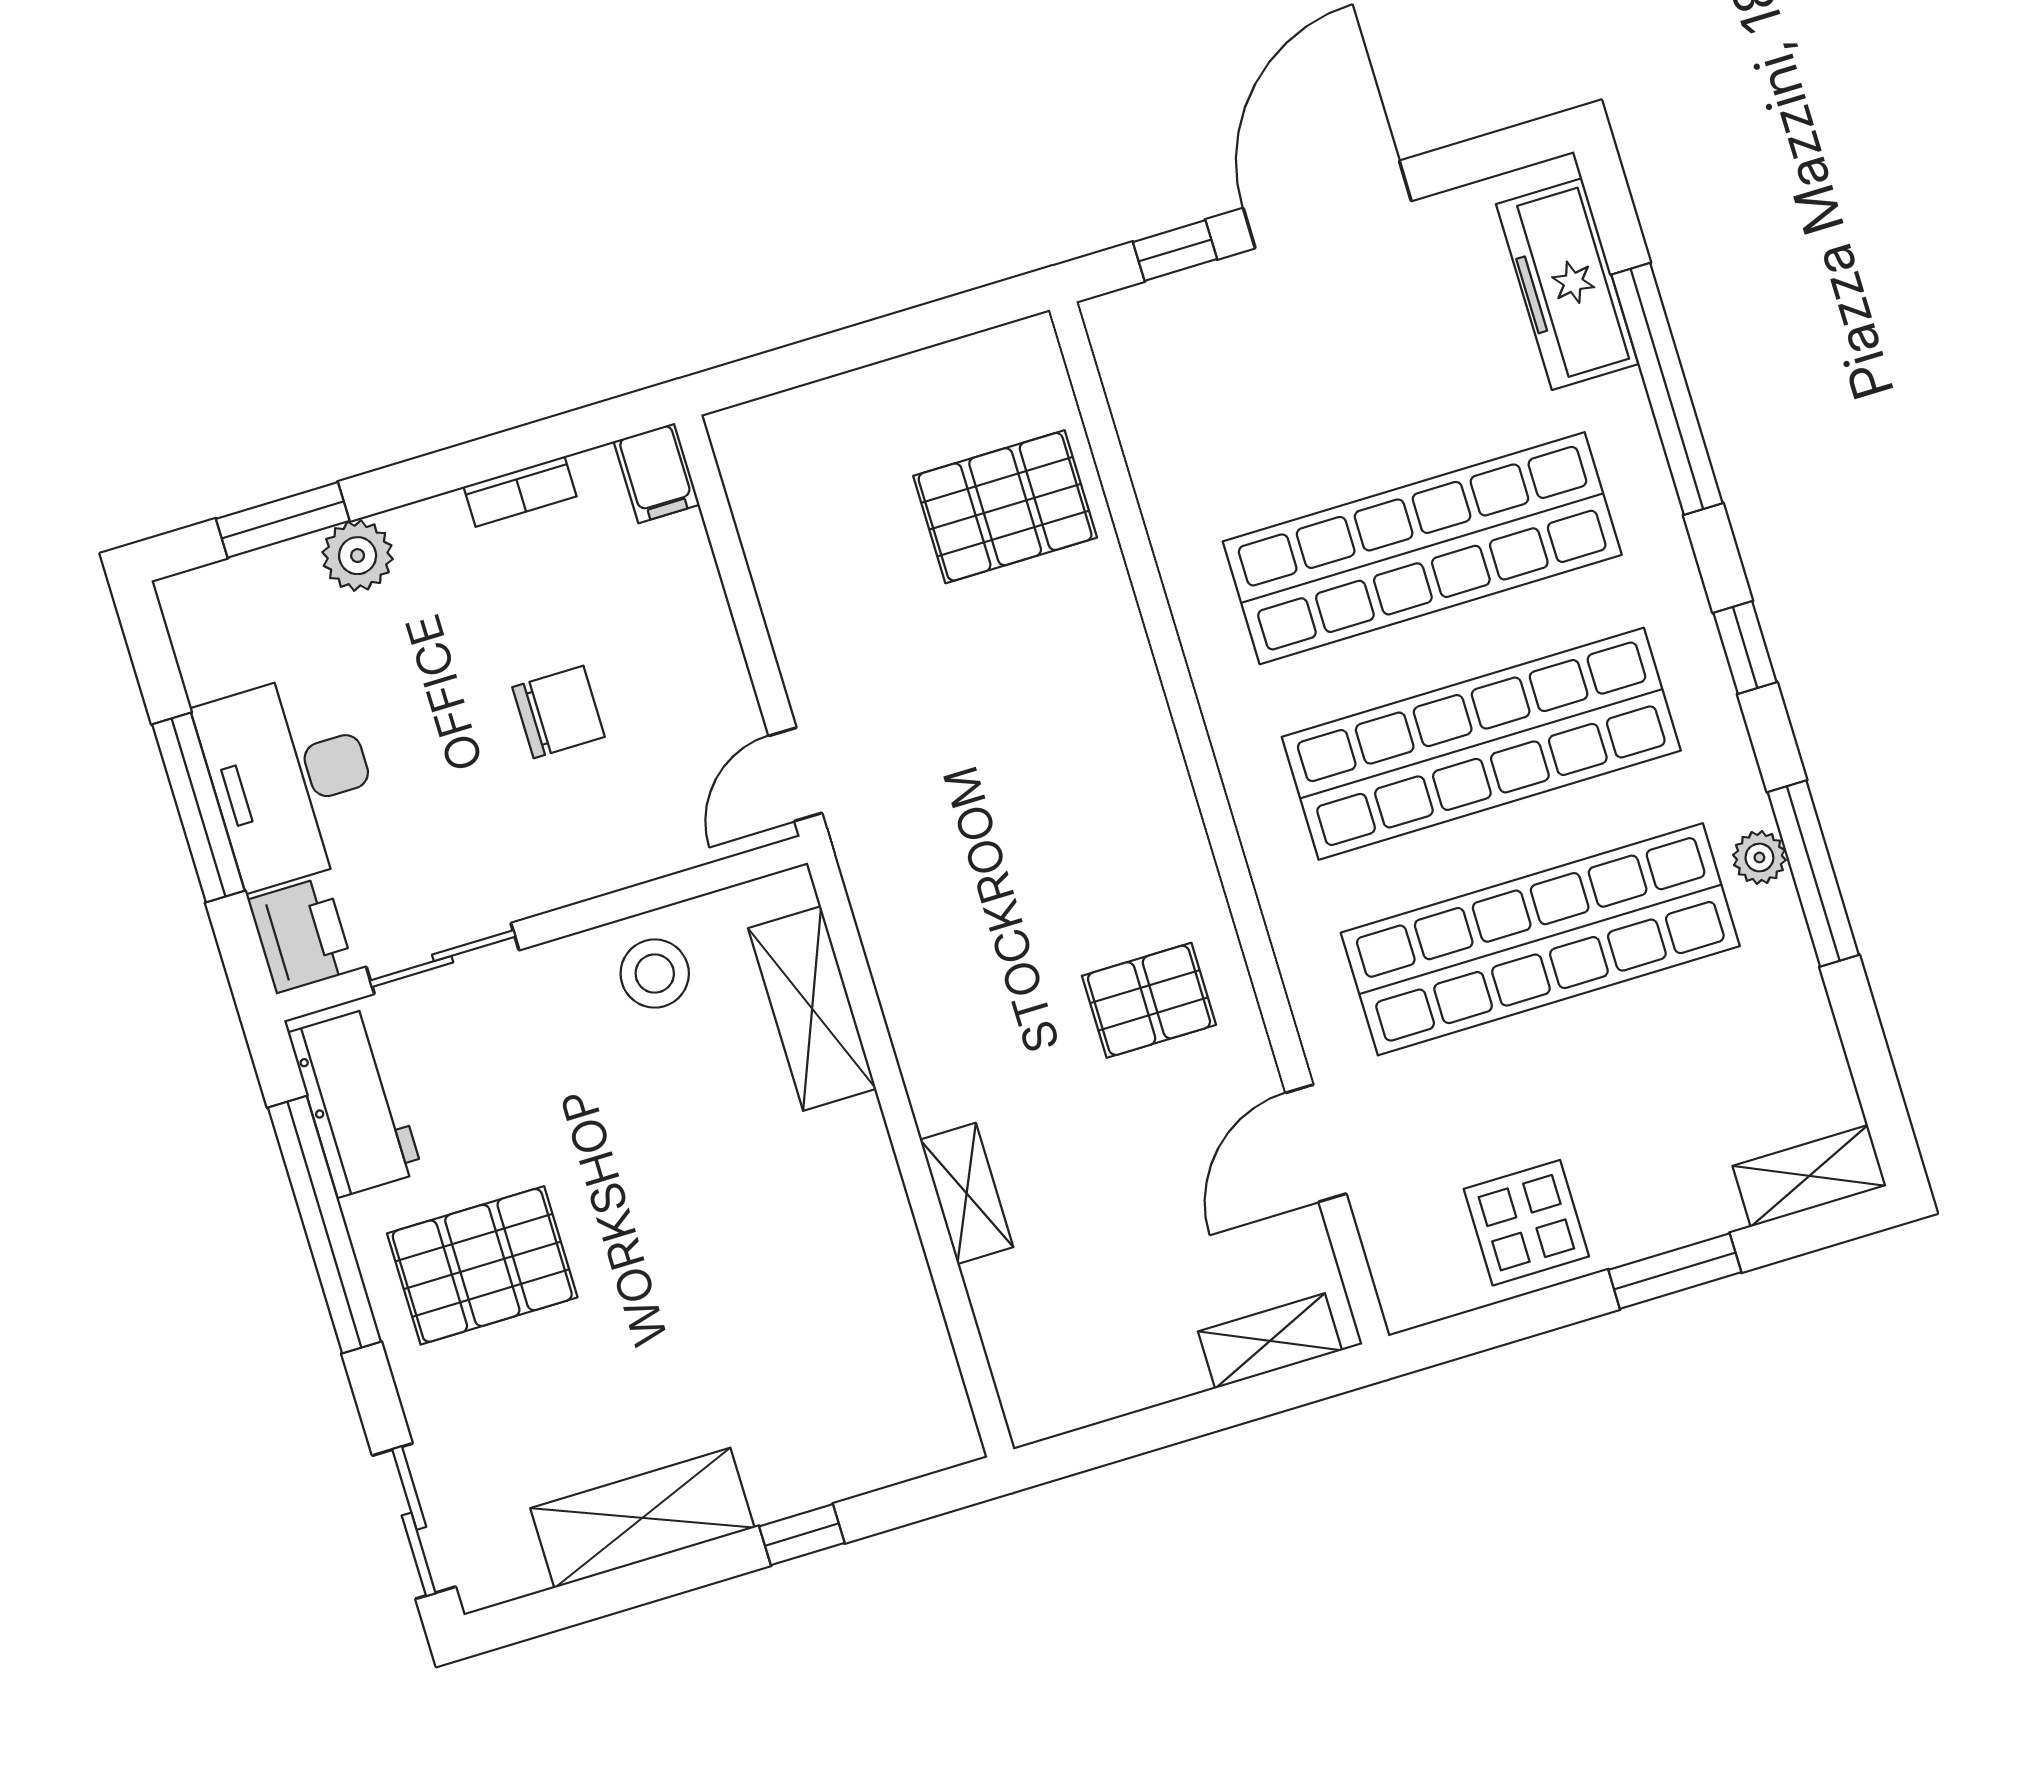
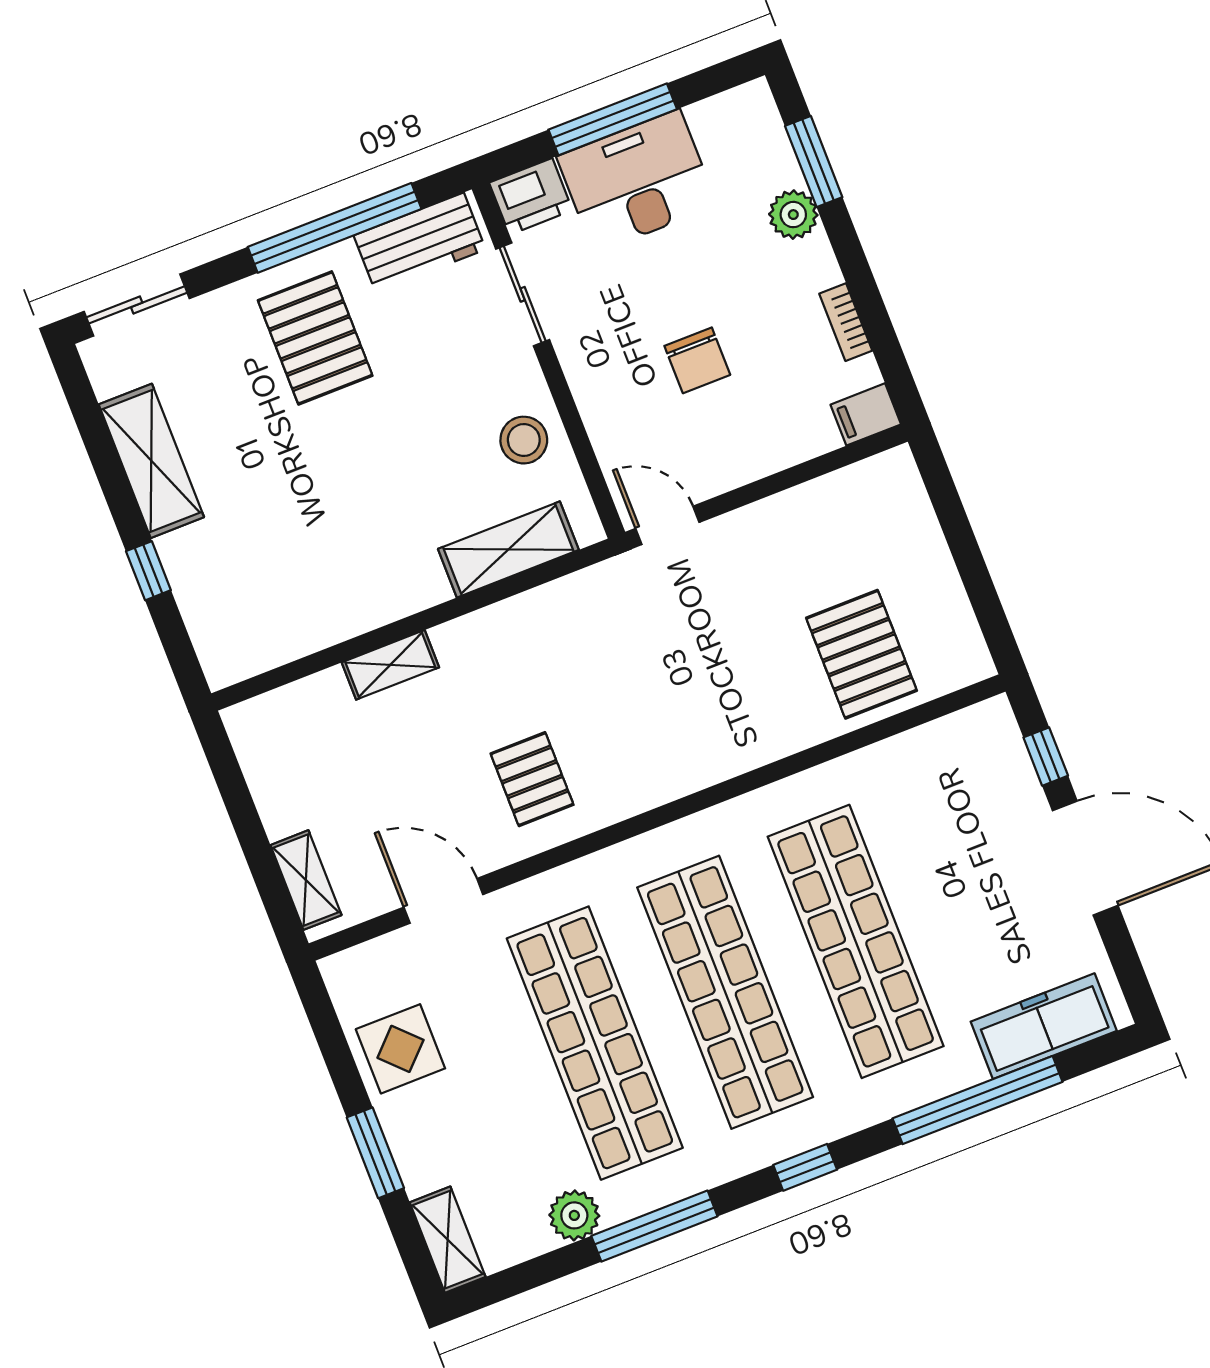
plant: (1759, 857) -> (574, 1215), moved, width x1.38, depth x1.38

